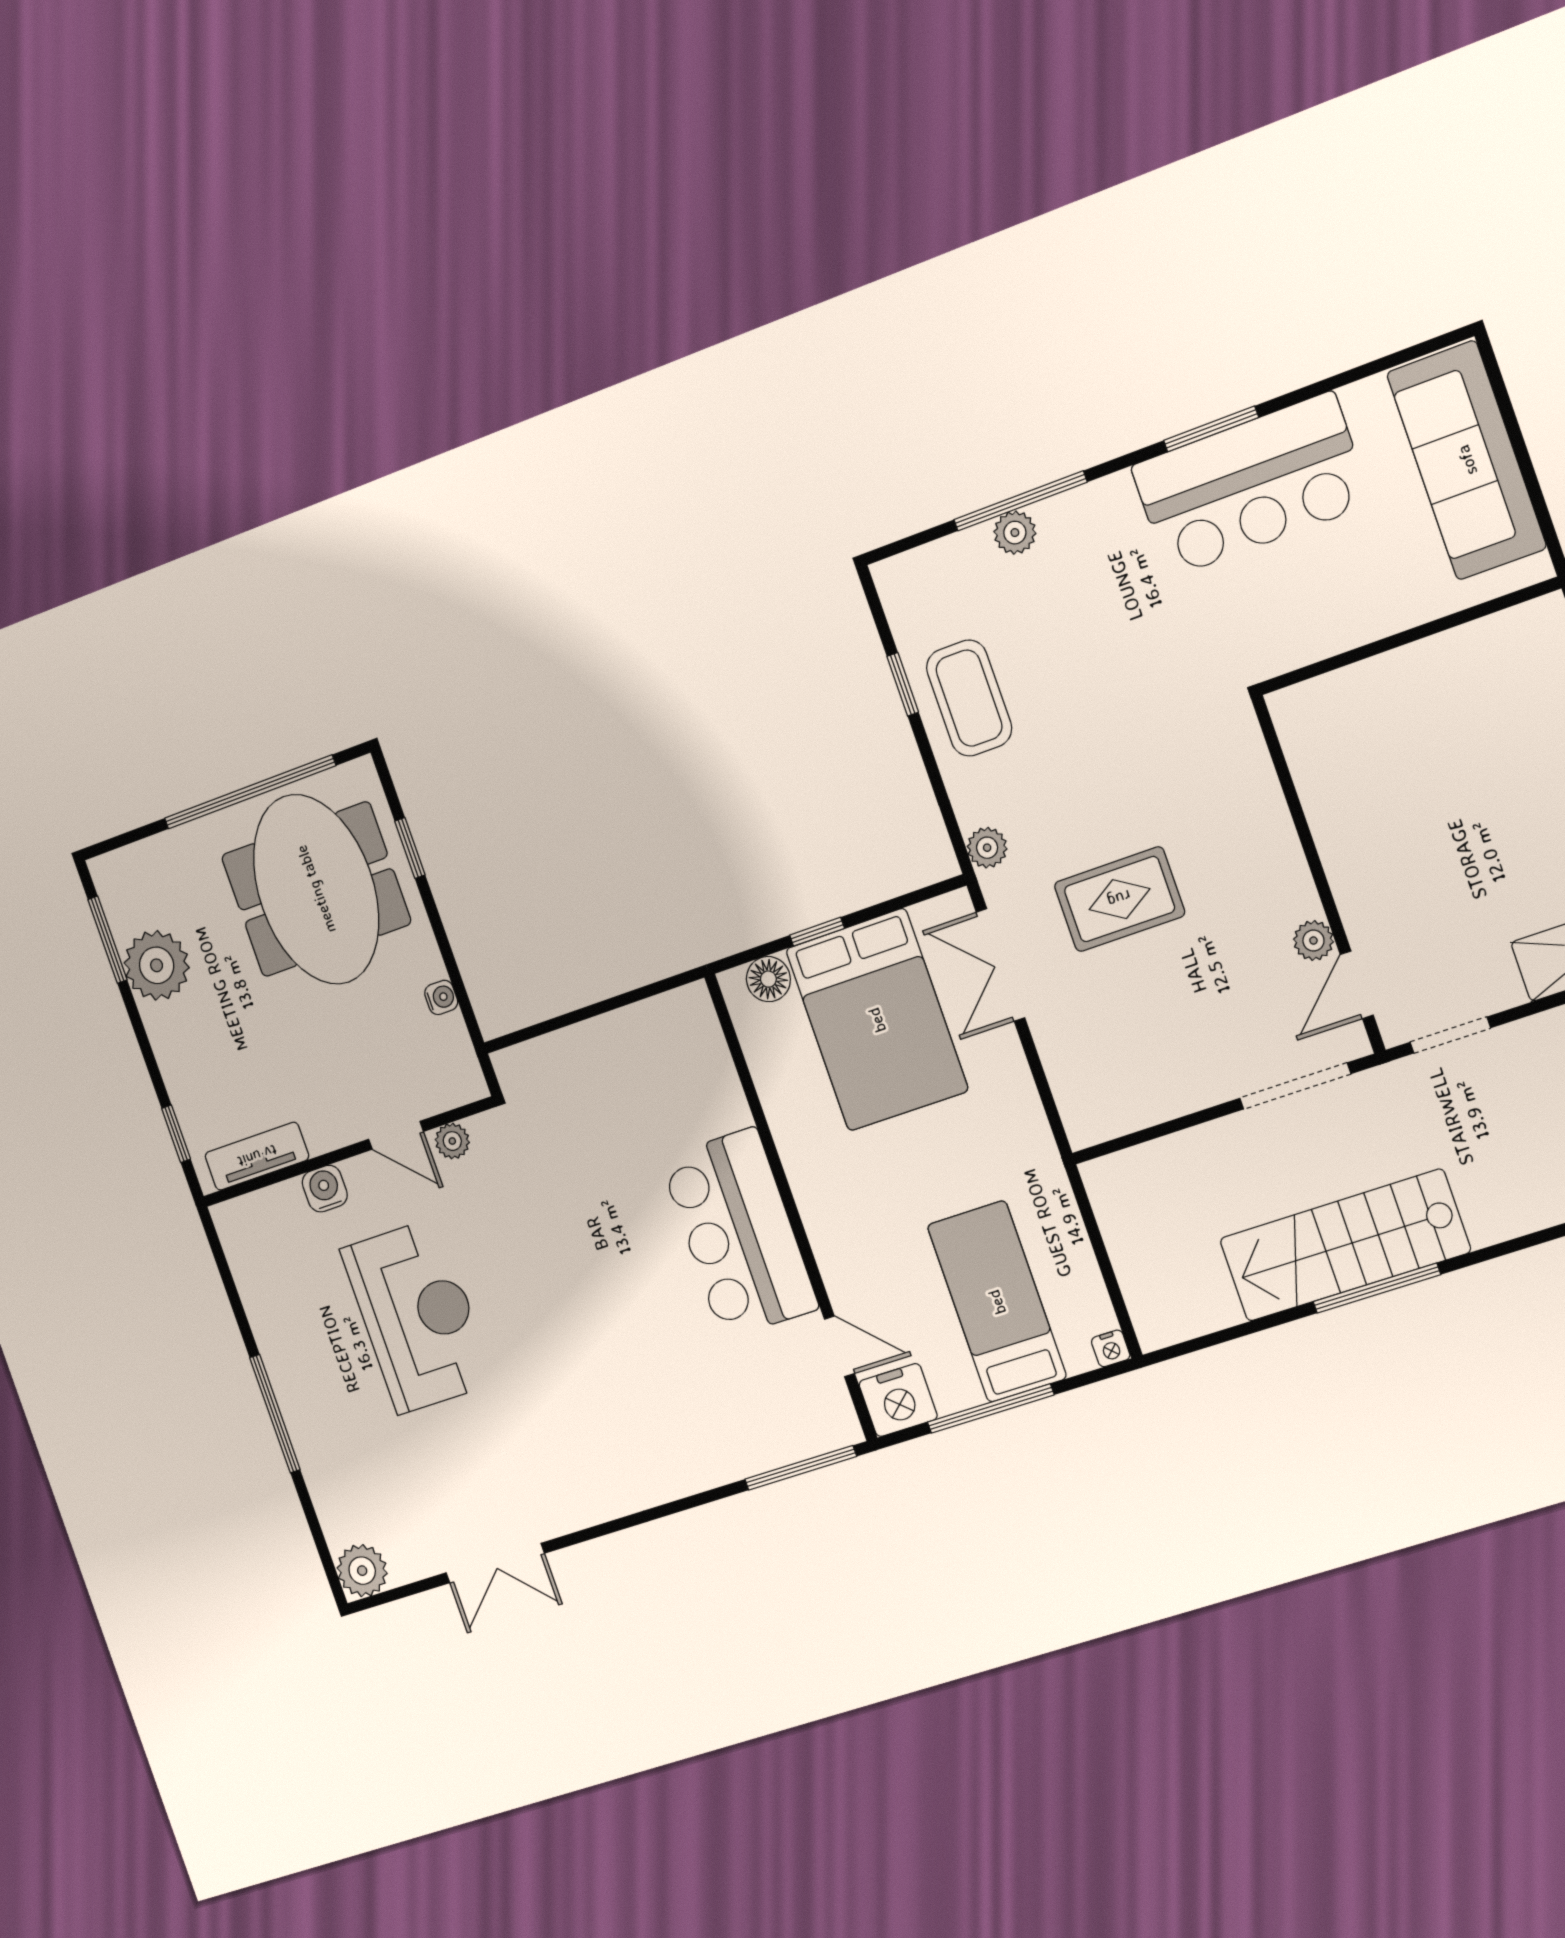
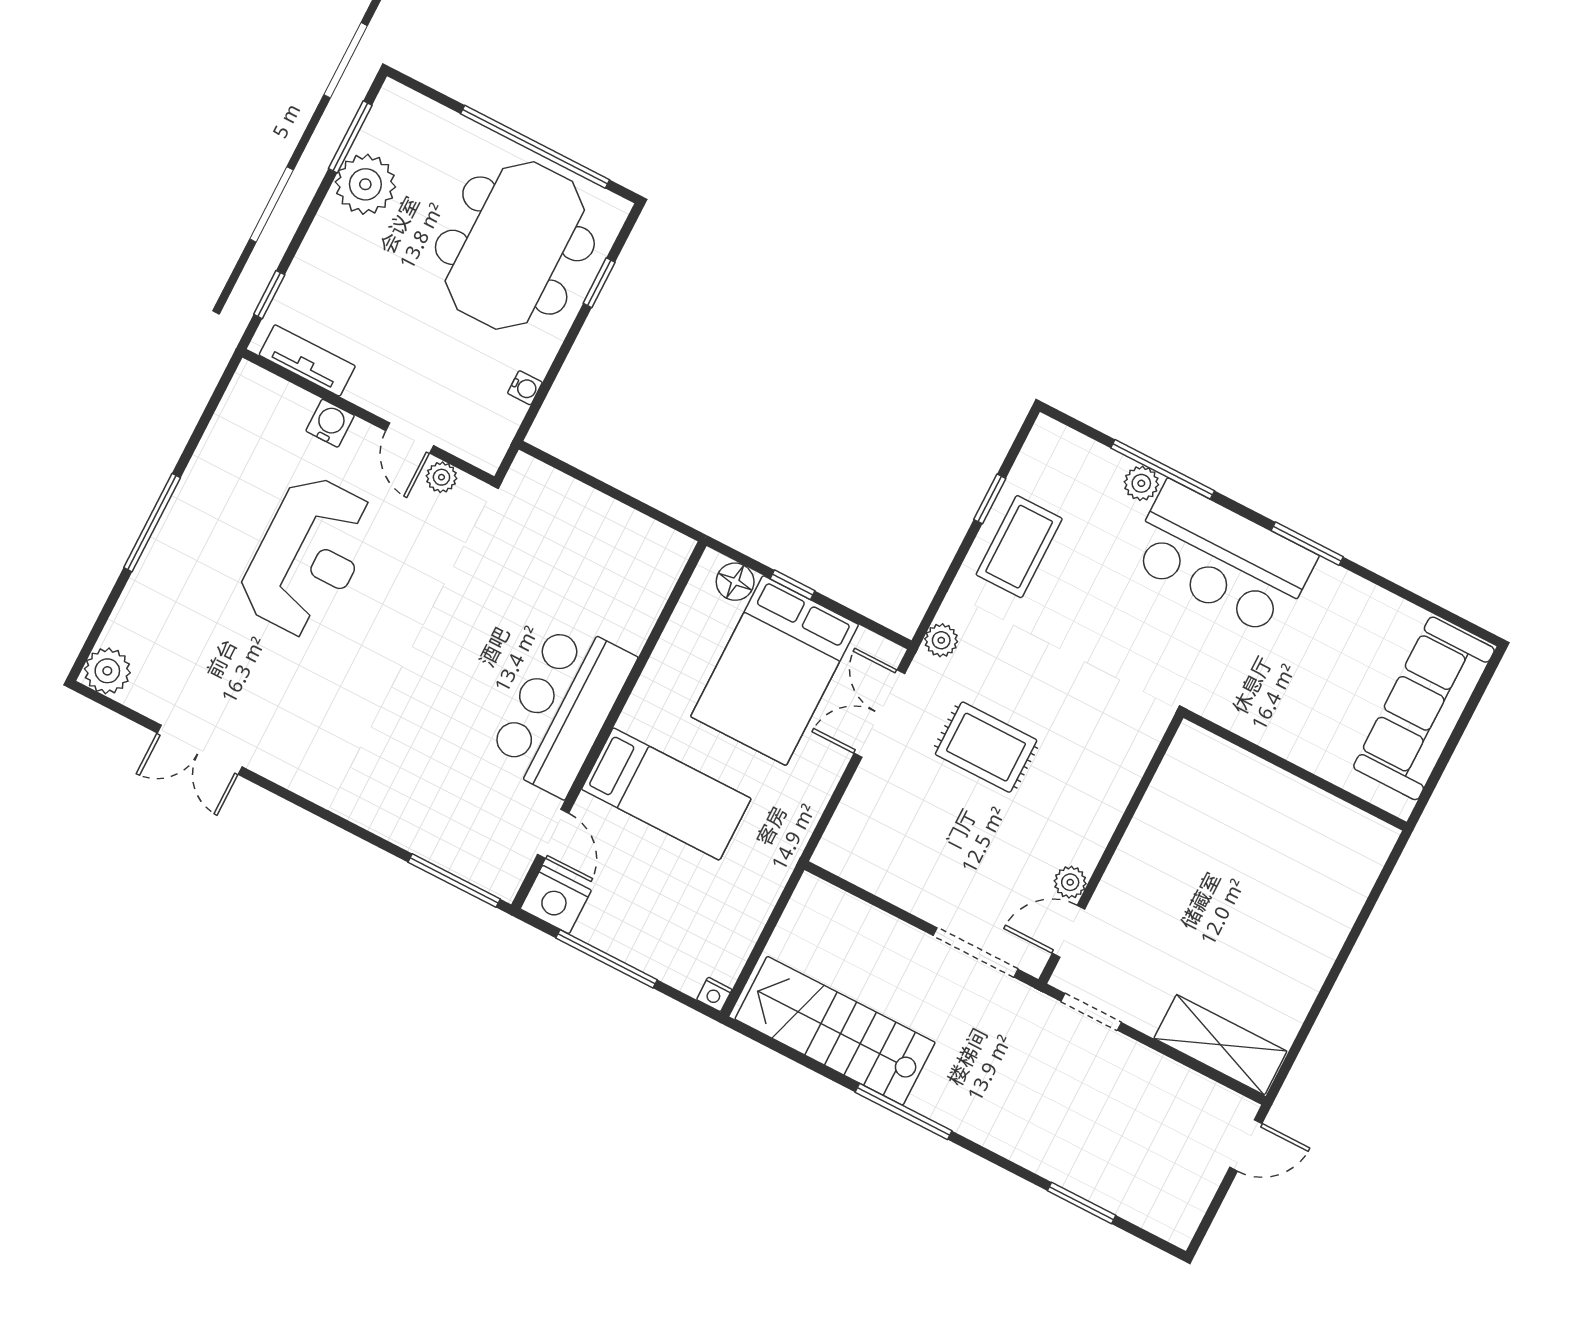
bar counter: (1251, 485) -> (1222, 559), moved
stairs: (1345, 1245) -> (835, 1031), moved
bed: (997, 1302) -> (666, 794), moved, turned 90

